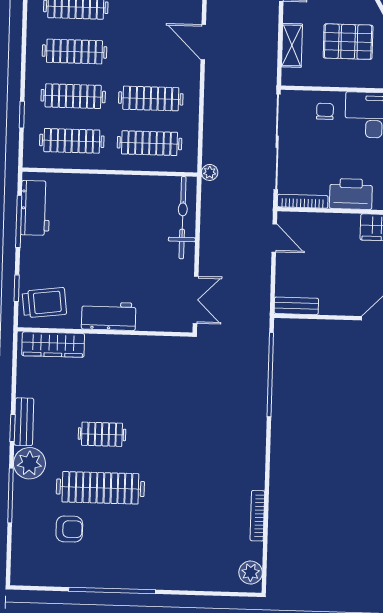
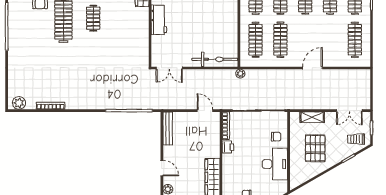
printer: (351, 194) -> (228, 147), width x0.53, depth x0.68
door: (274, 238) -> (205, 111), swing flipped
bench: (296, 306) -> (168, 128), width x1.36

